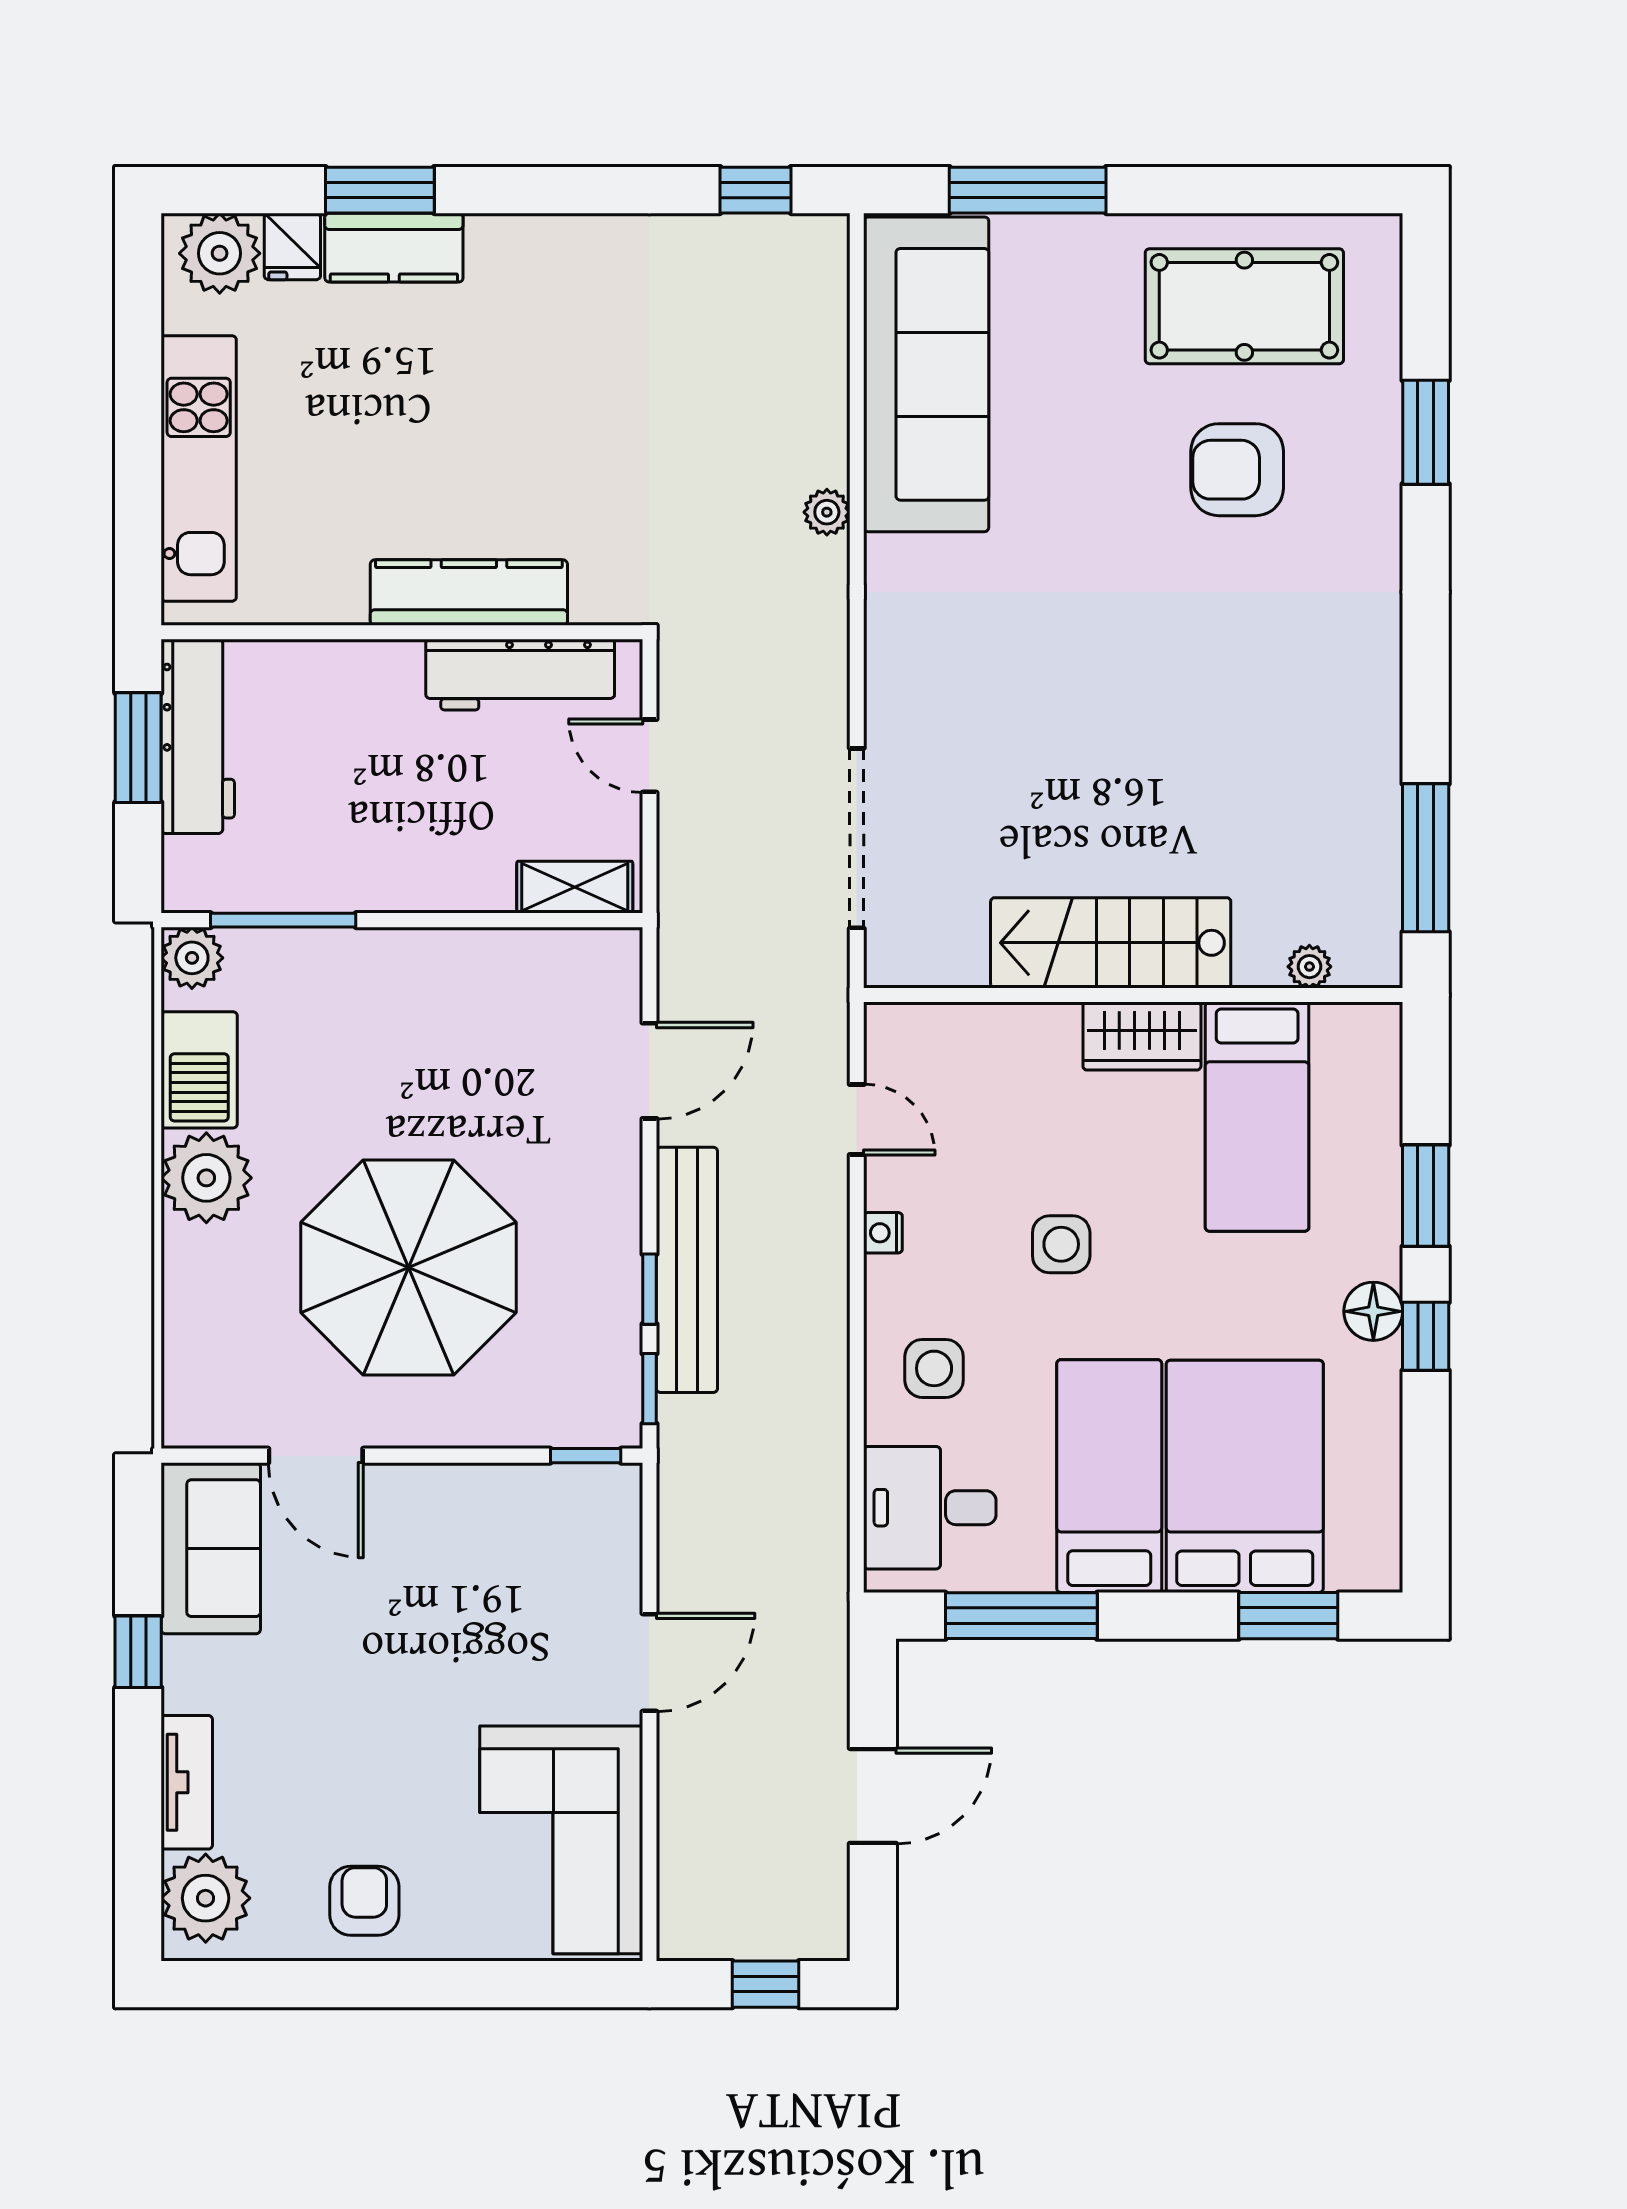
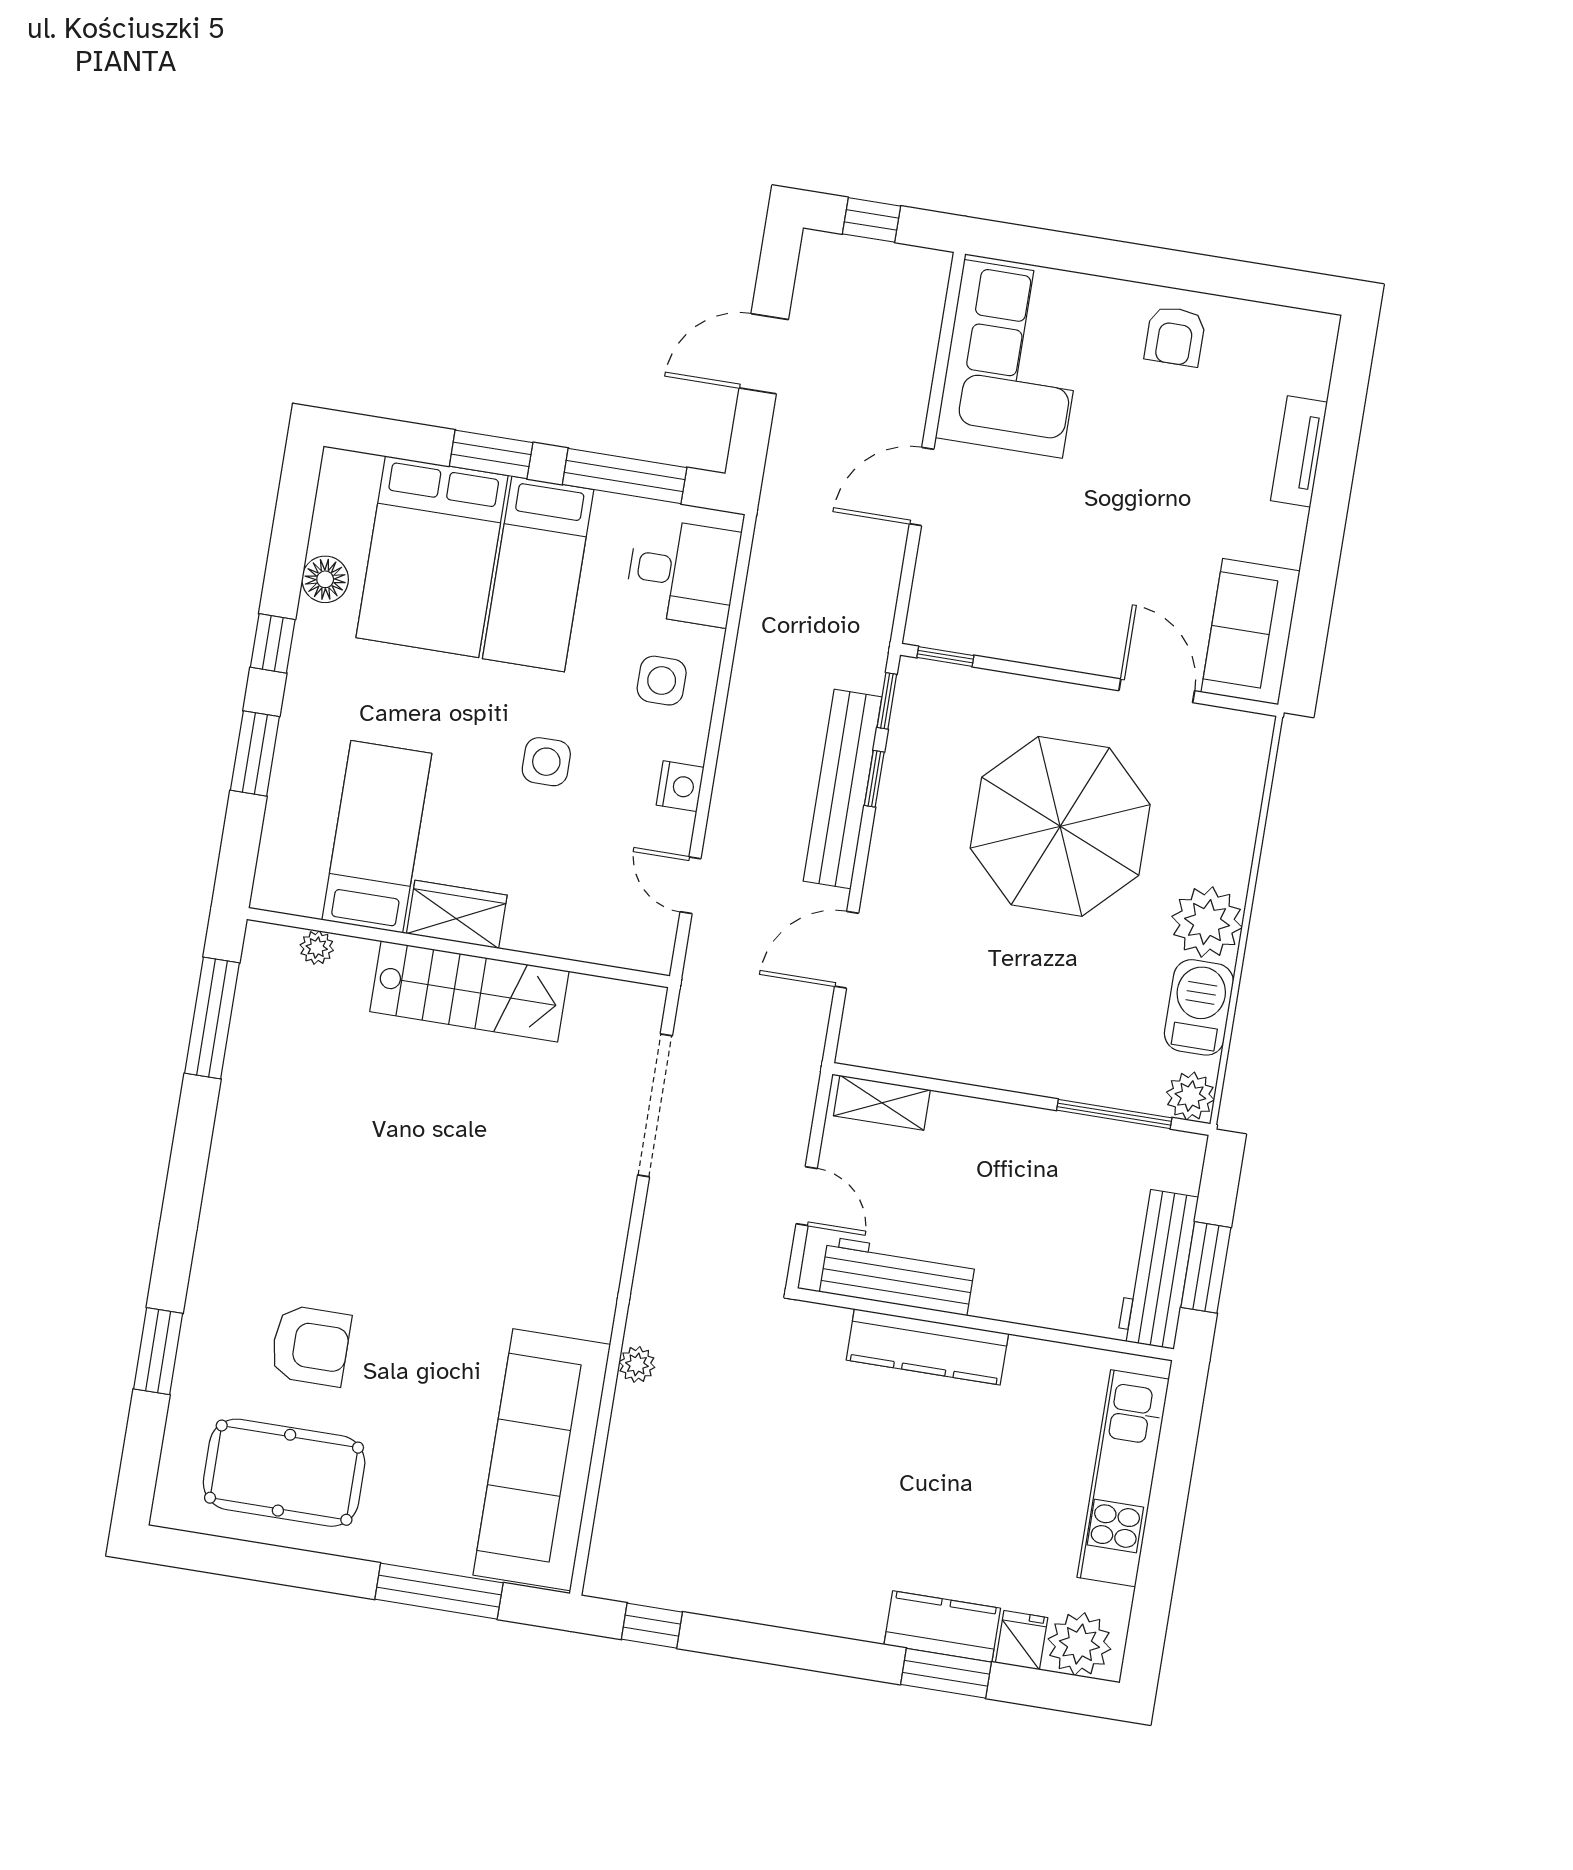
nightstand: (883, 1233) -> (680, 786), width x1.39, depth x1.35
floor lamp: (1373, 1311) -> (325, 579), moved
window: (1288, 1616) -> (491, 454), moved
window: (138, 1652) -> (1320, 560), removed
plant: (206, 1898) -> (1299, 358), removed

